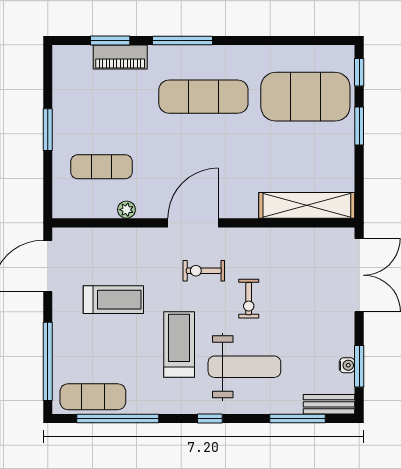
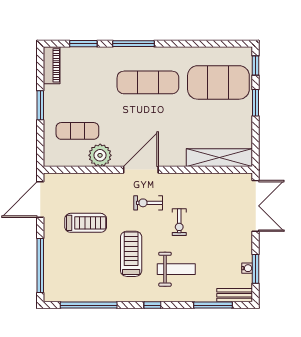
piano: (120, 57) -> (52, 65), moved, turned -90
plant: (126, 210) -> (100, 155), width x1.87, depth x1.87
weight bench: (244, 367) -> (176, 269), width x0.73, depth x0.75
exercise mat: (93, 397) -> (71, 290), removed

